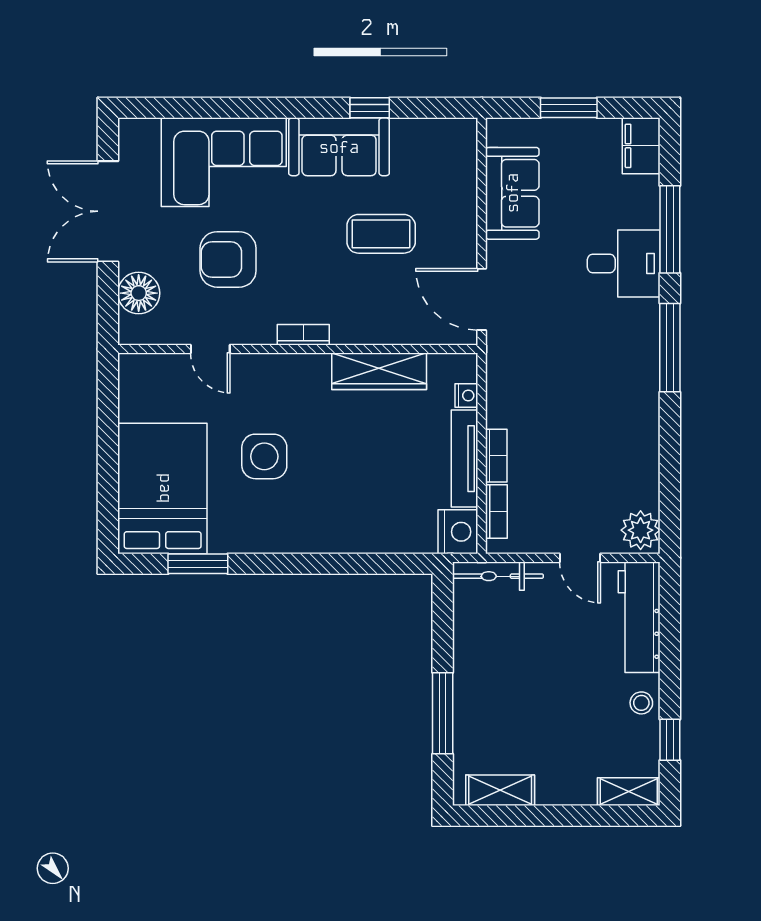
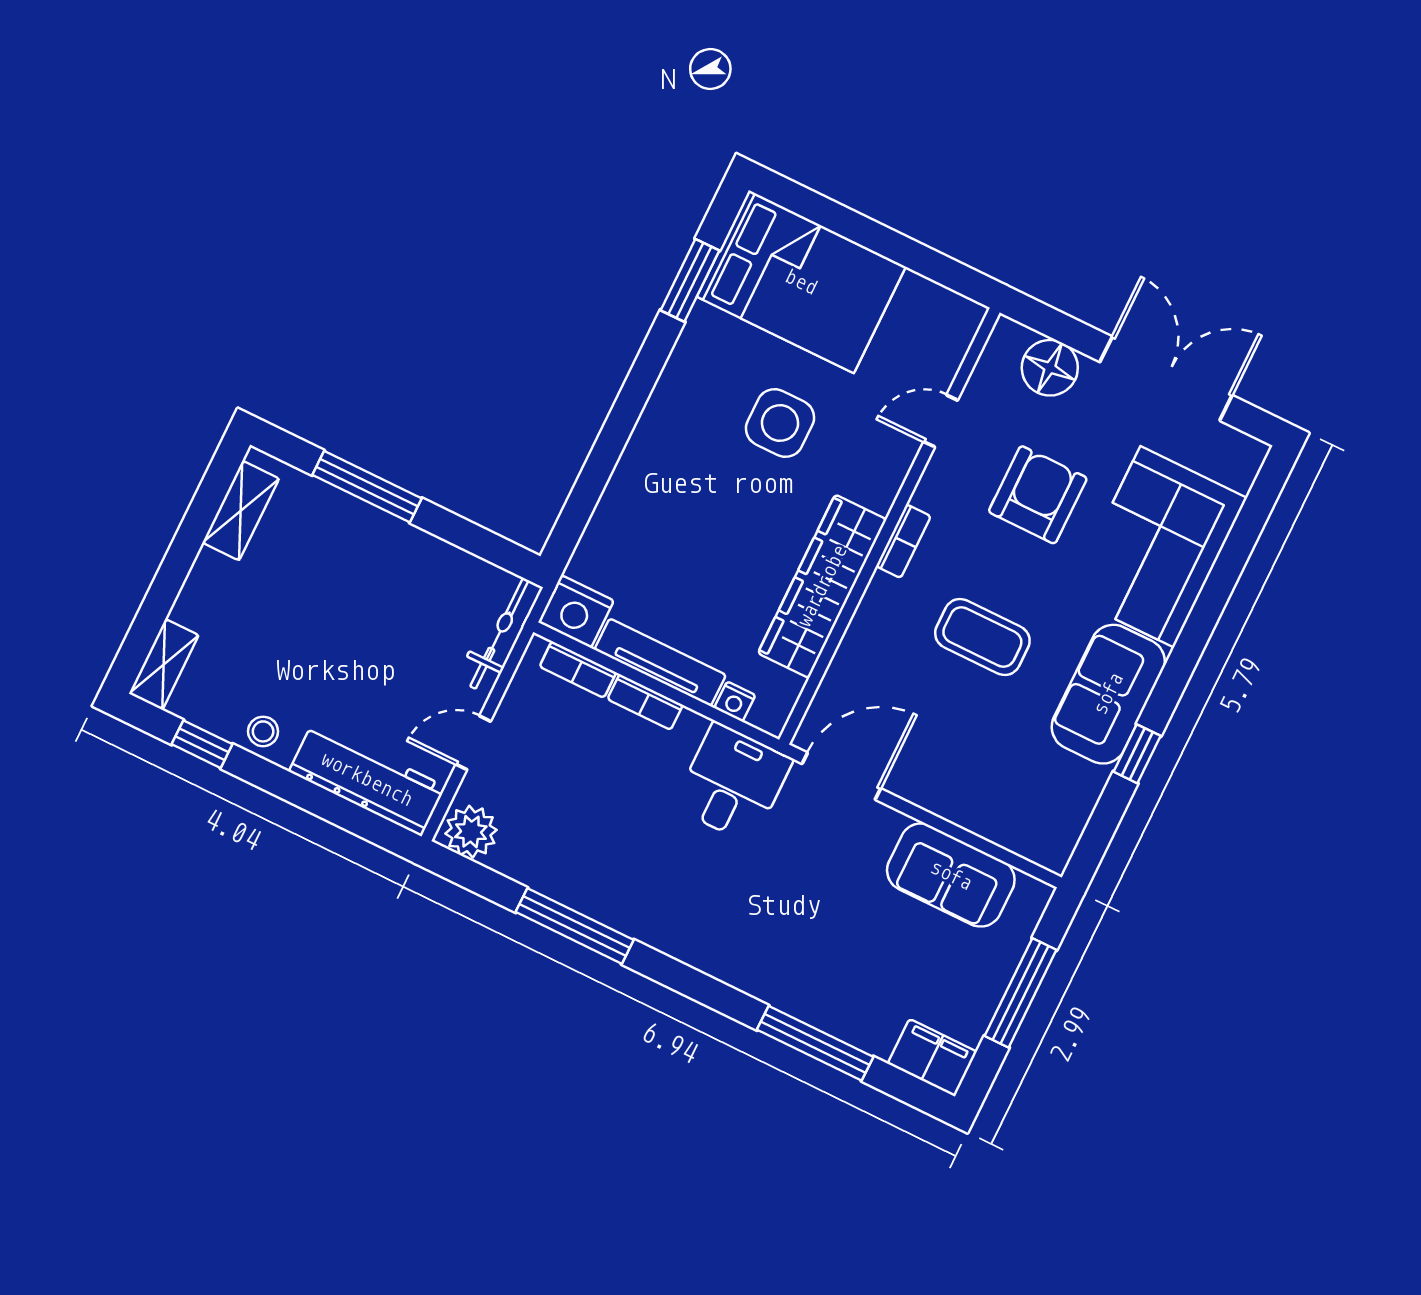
window: (569, 108) -> (1021, 993), width x1.44
coffee table: (381, 234) -> (982, 637), moved, turned 90
desk: (624, 263) -> (733, 783), moved, turned 180
window: (670, 348) -> (575, 926), moved
wardrobe: (379, 371) -> (822, 586), width x1.40, depth x1.17

